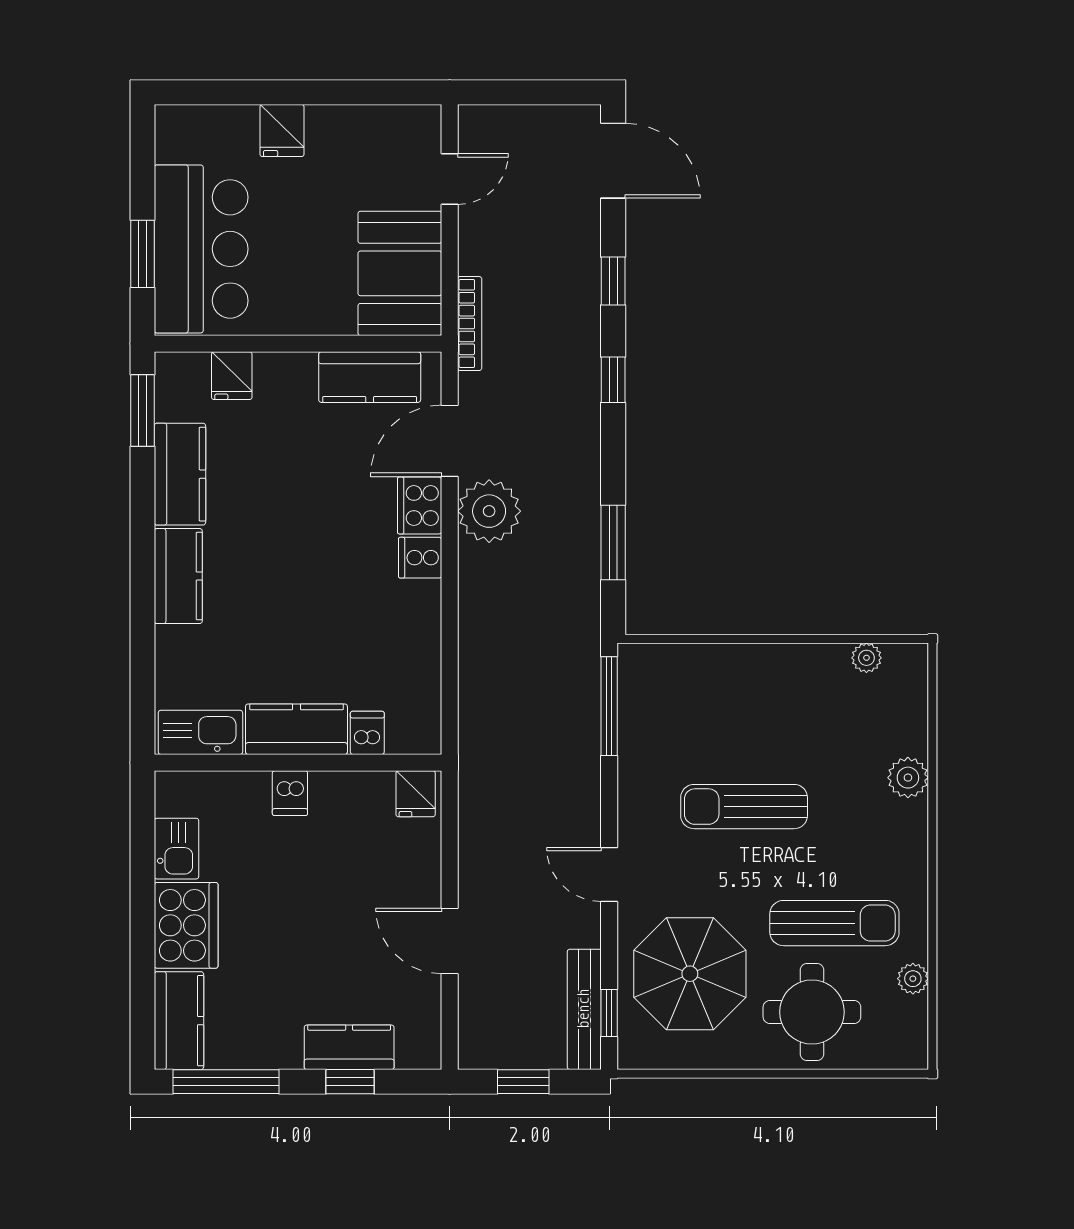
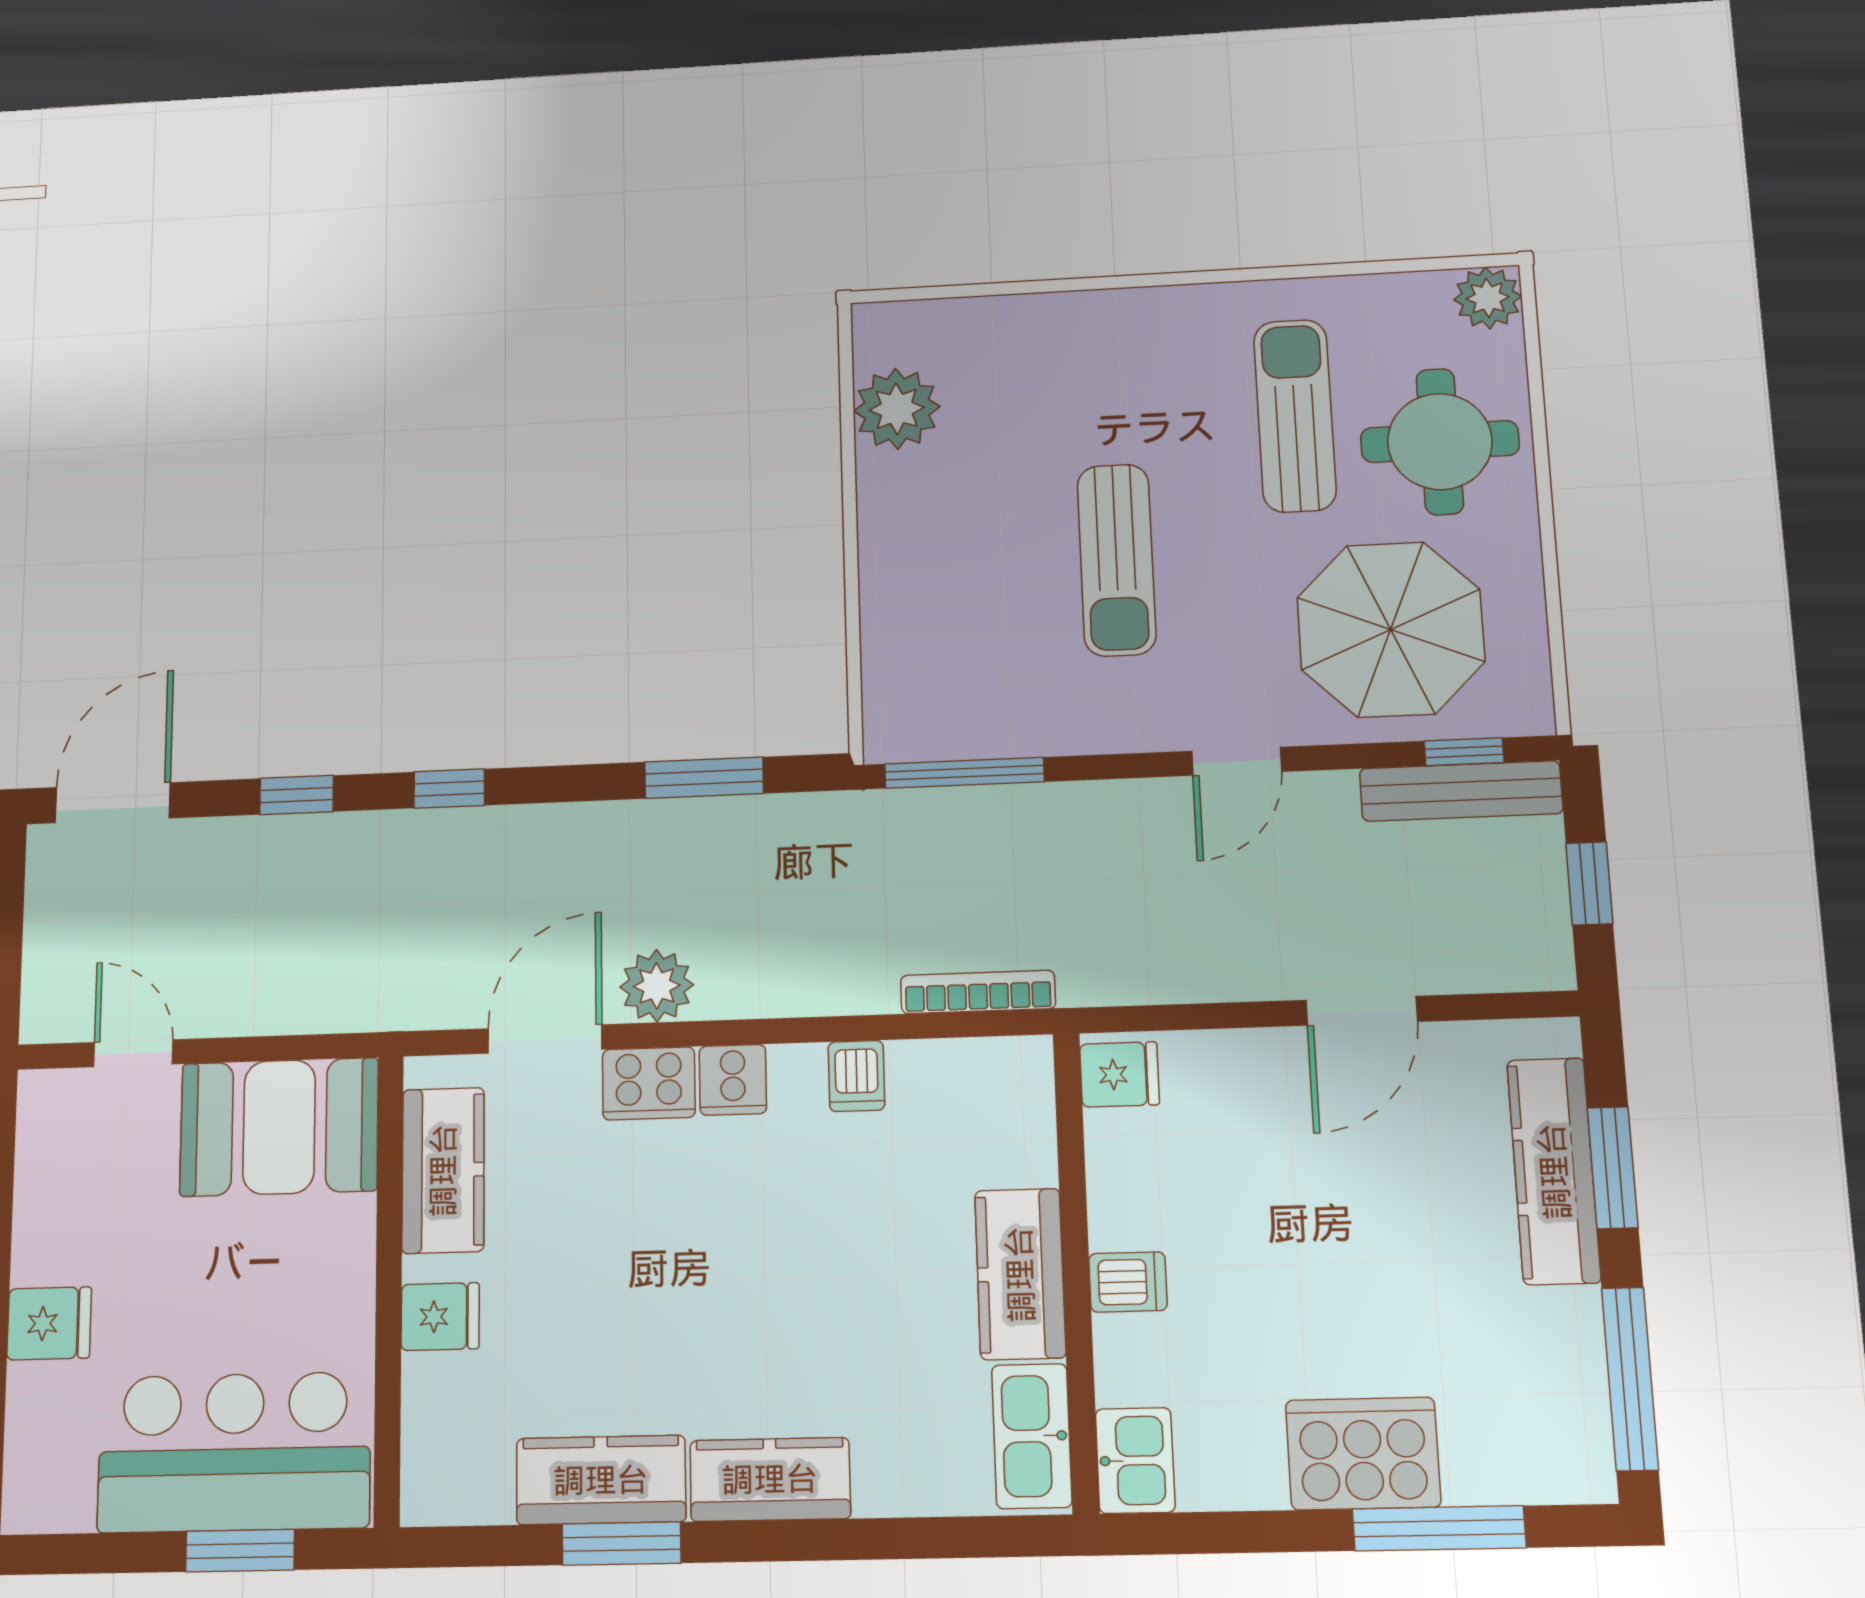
bookcase: (470, 324) -> (978, 992), moved
fridge: (232, 376) -> (440, 1317), moved
window: (142, 411) -> (621, 1544), moved
door: (450, 441) -> (545, 1039), swing flipped
plant: (489, 511) -> (657, 986), width x0.73, depth x0.73
plant: (866, 658) -> (897, 409), width x1.87, depth x1.87
dishwasher: (367, 733) -> (856, 1076), moved, turned -90
plant: (908, 778) -> (1060, 321), removed
kitchen sink: (177, 849) -> (1135, 1460), moved, turned 90
window: (142, 966) -> (1439, 1528), added
plant: (913, 979) -> (1488, 298), moved, width x1.38, depth x1.38
kitchen counter: (179, 1021) -> (1530, 1463), removed
kitchen counter: (349, 1047) -> (1554, 1171), width x1.50
window: (350, 1082) -> (1613, 1168), width x1.50

